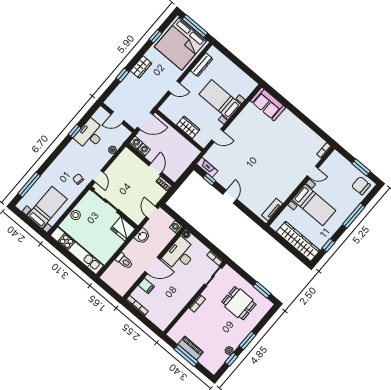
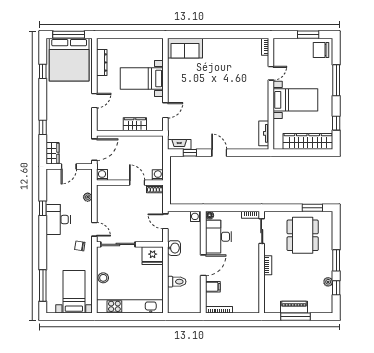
wardrobe: (141, 67) -> (53, 153), moved
desk: (90, 135) -> (58, 219), moved
washing machine: (144, 150) -> (158, 175), moved
dining table: (239, 303) -> (303, 235), width x1.38

